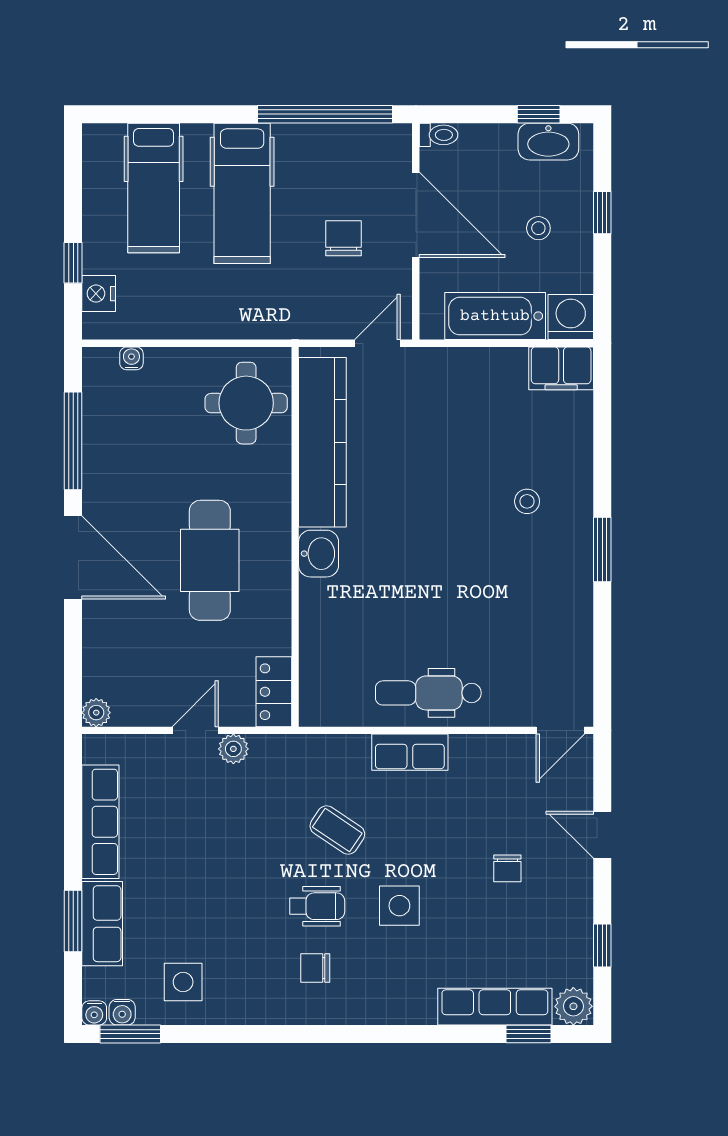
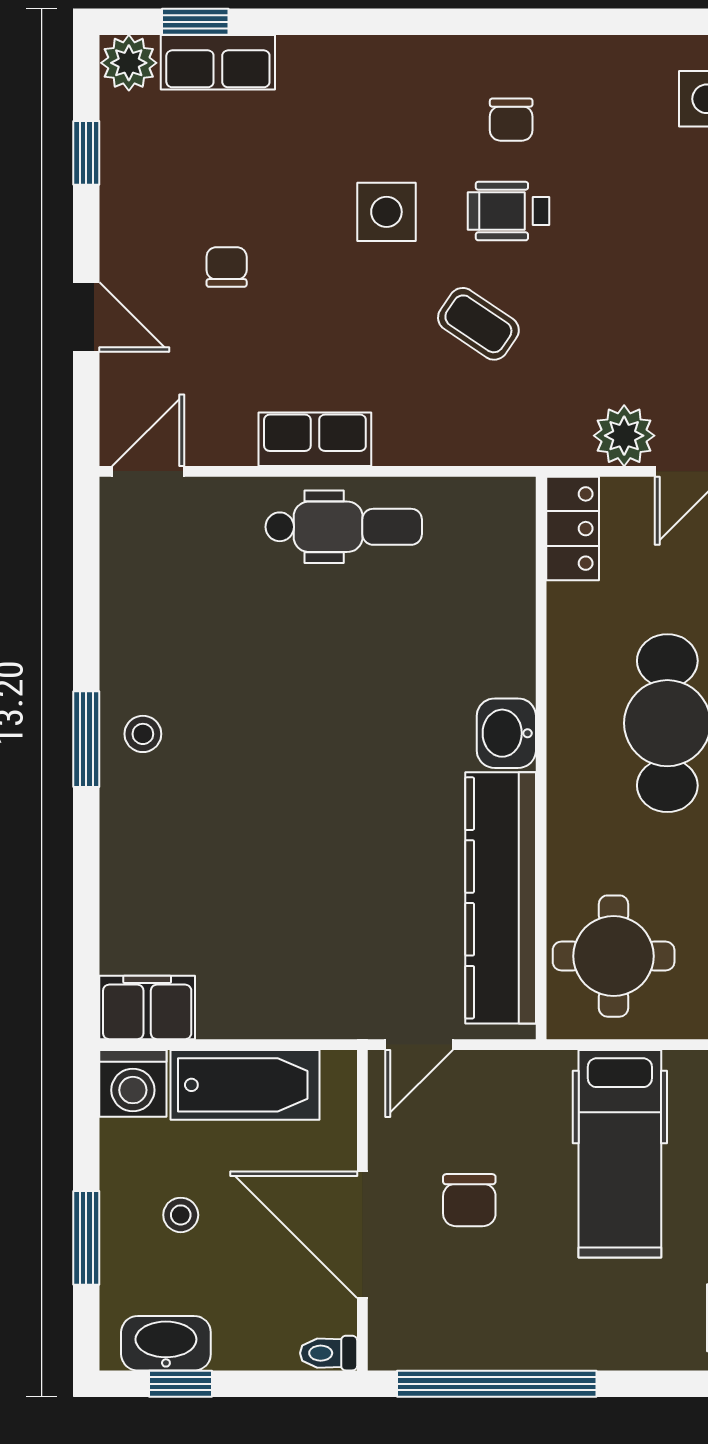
hospital bed: (242, 193) -> (620, 1154), moved, turned 180
window: (602, 213) -> (86, 1238), width x1.50
stool: (527, 501) -> (143, 734), moved
plant: (233, 749) -> (624, 436), width x1.38, depth x1.38
row of seats: (410, 752) -> (315, 439), moved
chair: (315, 968) -> (511, 120), turned 90
row of seats: (495, 1007) -> (218, 62), width x0.68

